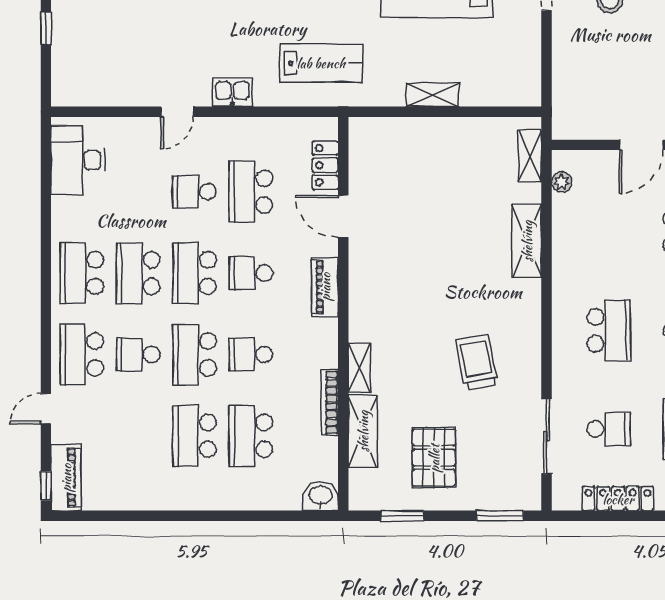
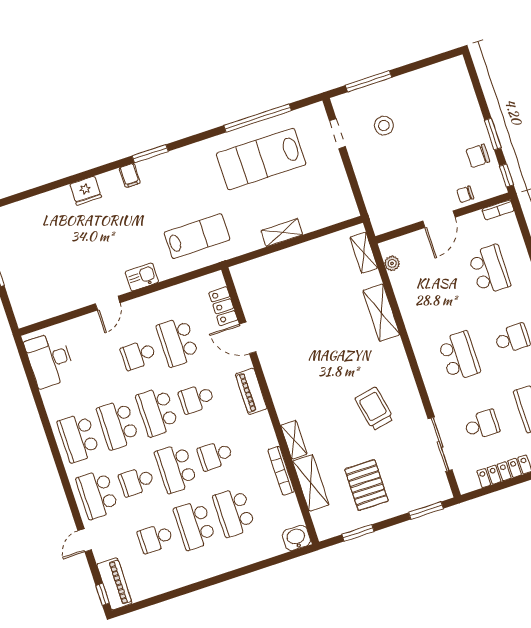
school desk: (138, 436) -> (155, 538), added

